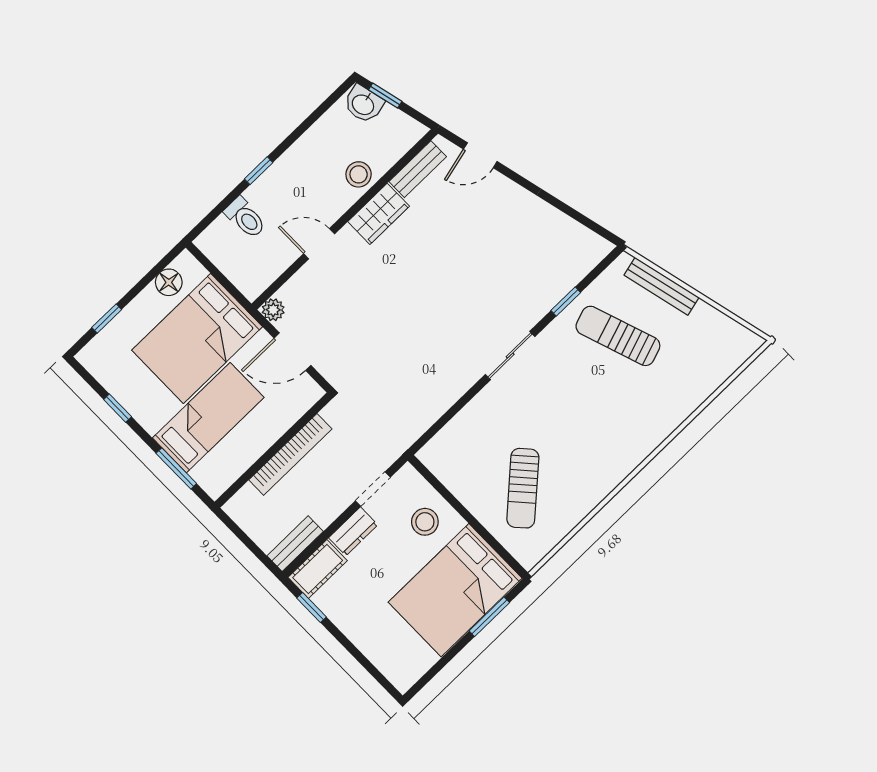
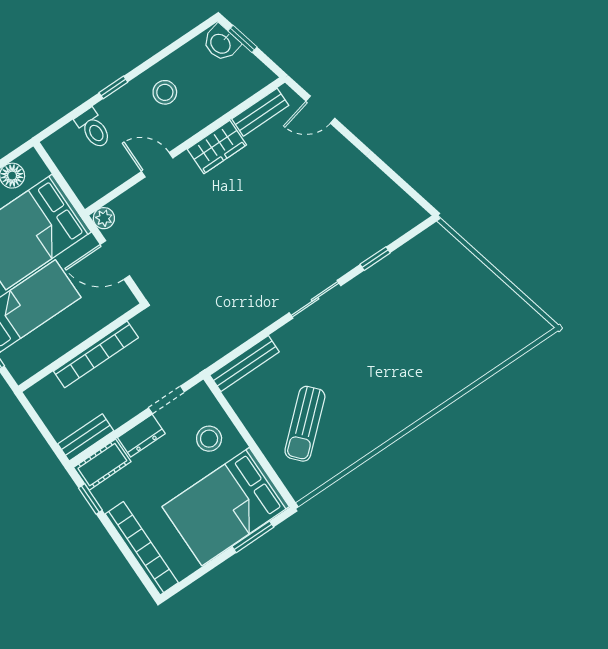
stool: (359, 174) -> (165, 92), moved
bench: (662, 286) -> (245, 364), moved, turned -76
sun lounger: (618, 336) -> (418, 299), removed
bookcase: (375, 650) -> (142, 548), added

